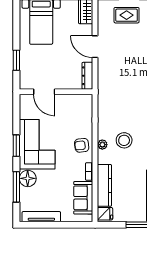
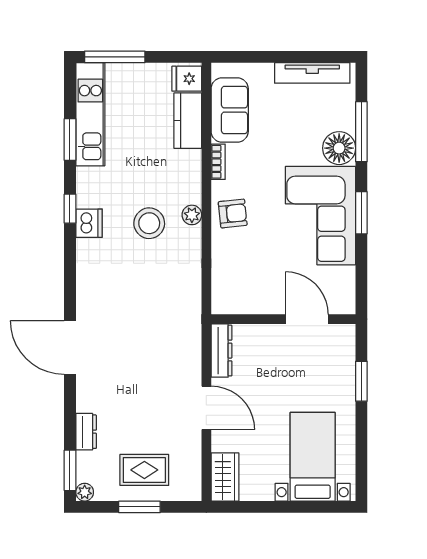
kitchen counter: (104, 185) -> (188, 121), width x0.67

